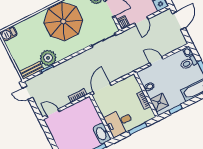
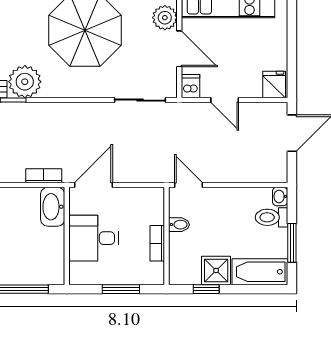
door: (141, 21) -> (225, 100), hinge flipped
door: (156, 61) -> (188, 185), moved
shower: (159, 102) -> (216, 270), moved
desk: (119, 122) -> (94, 238), moved
washbasin: (102, 133) -> (53, 207), moved

